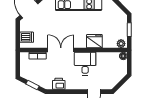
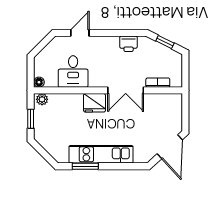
dishwasher: (27, 37) -> (173, 108), removed
fridge: (94, 41) -> (94, 103), moved
desk: (85, 64) -> (73, 72), moved

